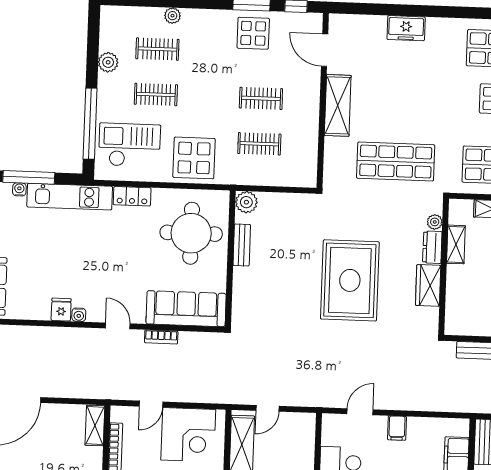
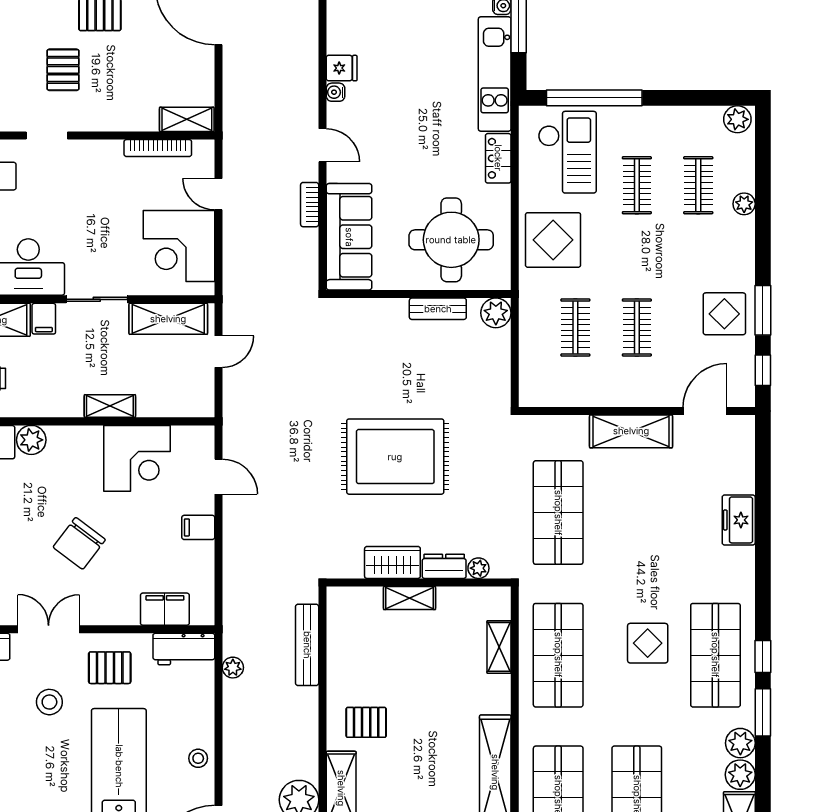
plant: (108, 62) -> (737, 119), moved
shelving: (456, 244) -> (410, 598), moved
door: (118, 326) -> (322, 145), hinge flipped
door: (267, 408) -> (218, 352), swing flipped

